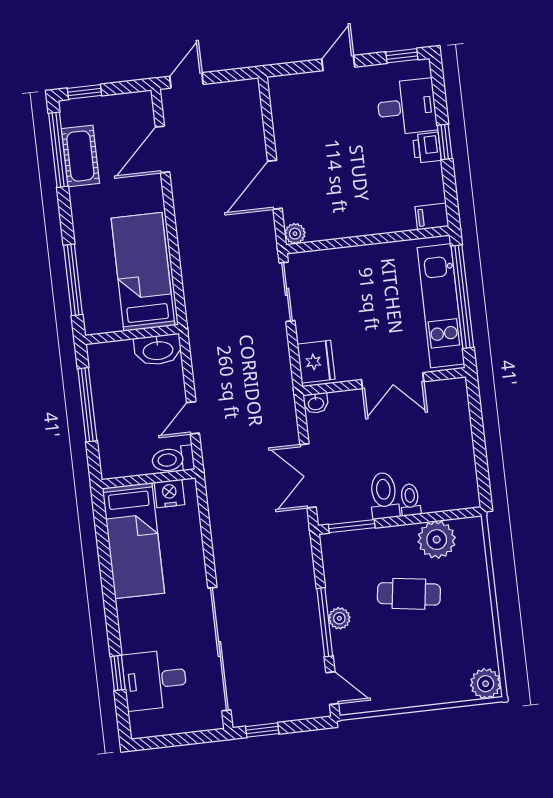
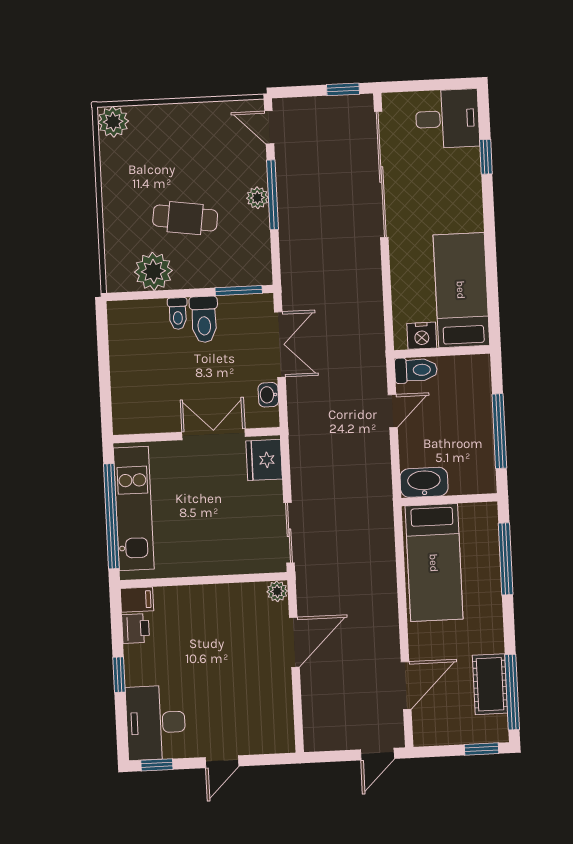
desk: (407, 107) -> (156, 723), width x1.37
printer: (427, 148) -> (136, 629), moved
double door: (393, 381) -> (214, 434), moved
washbasin: (316, 403) -> (268, 395), moved, turned -90
desk: (155, 680) -> (447, 119), moved

